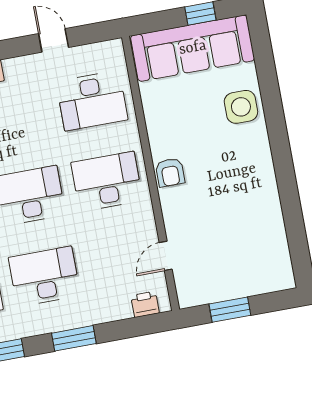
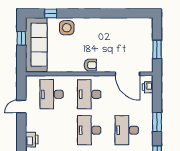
window: (265, 67) -> (51, 13), added
desk: (92, 101) -> (52, 94), turned 180
door: (166, 256) -> (128, 74), width x1.88

